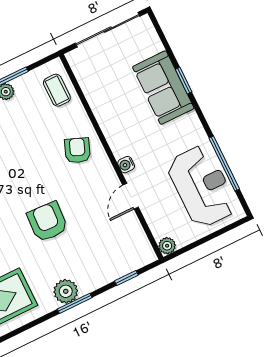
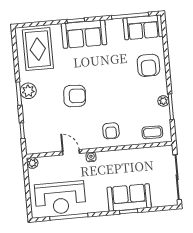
armchair: (77, 150) -> (111, 131), turned 69

